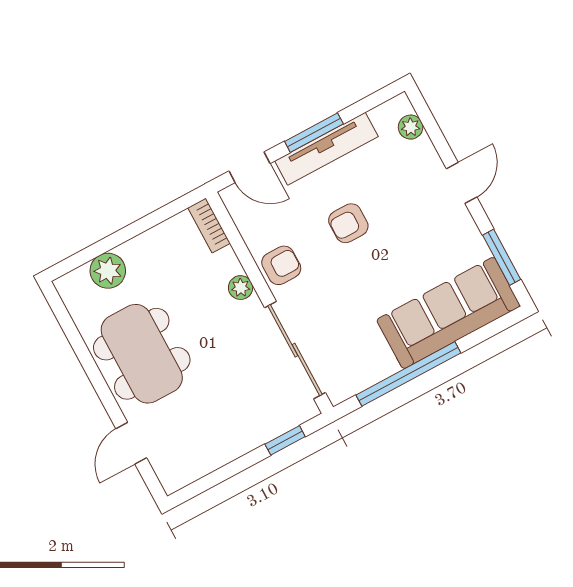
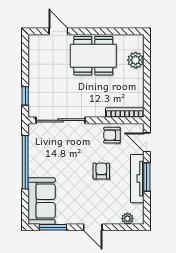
door: (249, 167) -> (147, 142), hinge flipped
bookcase: (209, 226) -> (125, 113), width x1.56
armchair: (281, 265) -> (112, 135), moved, turned 90
plant: (241, 288) -> (99, 112), removed
sofa: (448, 313) -> (42, 201), width x0.73

